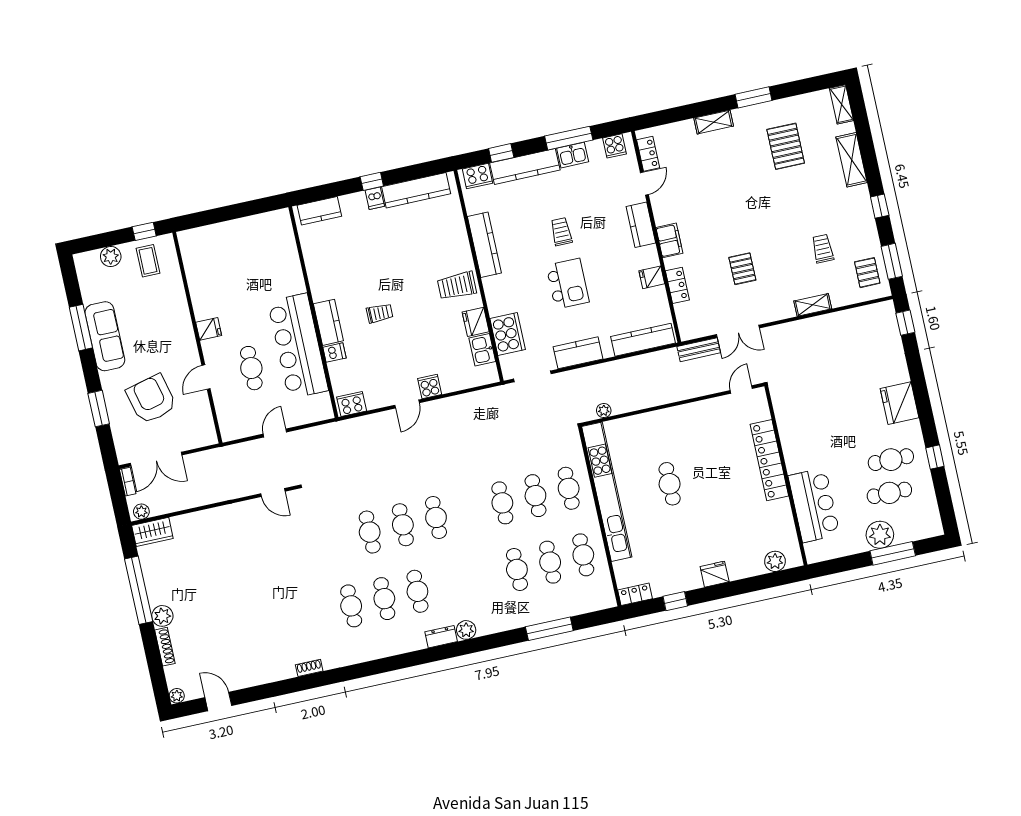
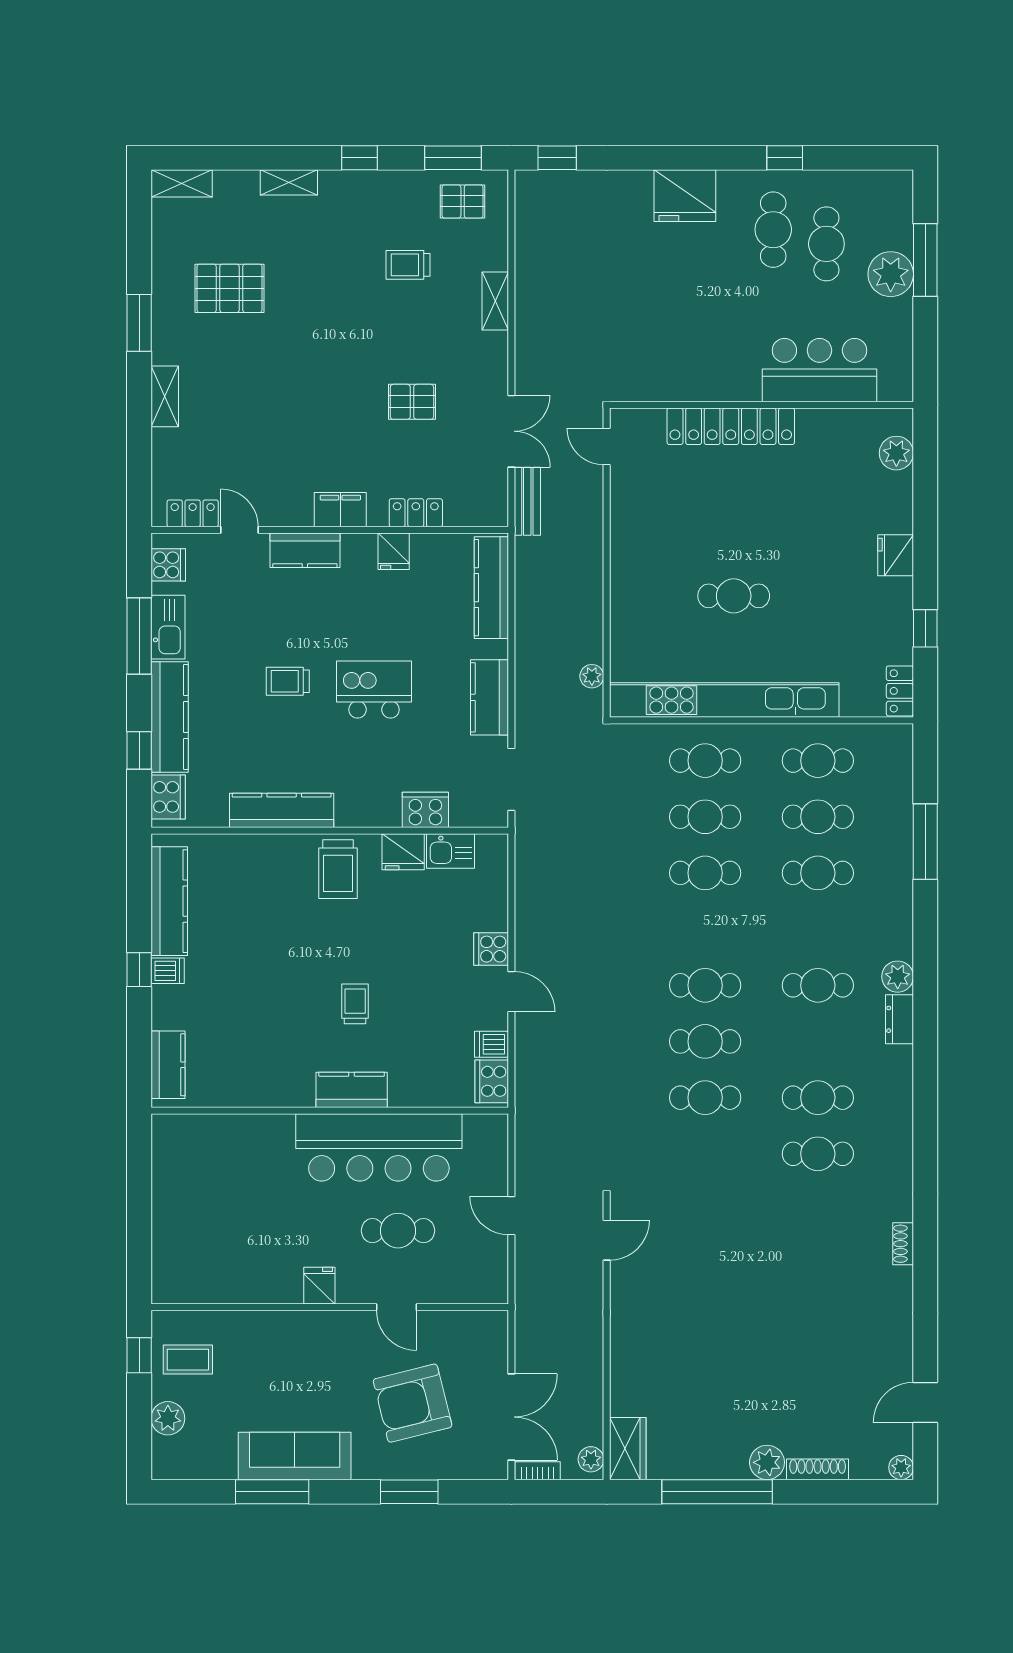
kitchen sink: (573, 155) -> (168, 627), width x1.38
shelving: (852, 160) -> (289, 182), width x0.67, depth x0.75
cooker: (508, 334) -> (425, 810), width x0.73, depth x0.76
dishwasher: (334, 353) -> (492, 1044), moved, turned -90
cafe table: (417, 591) -> (818, 985), moved

